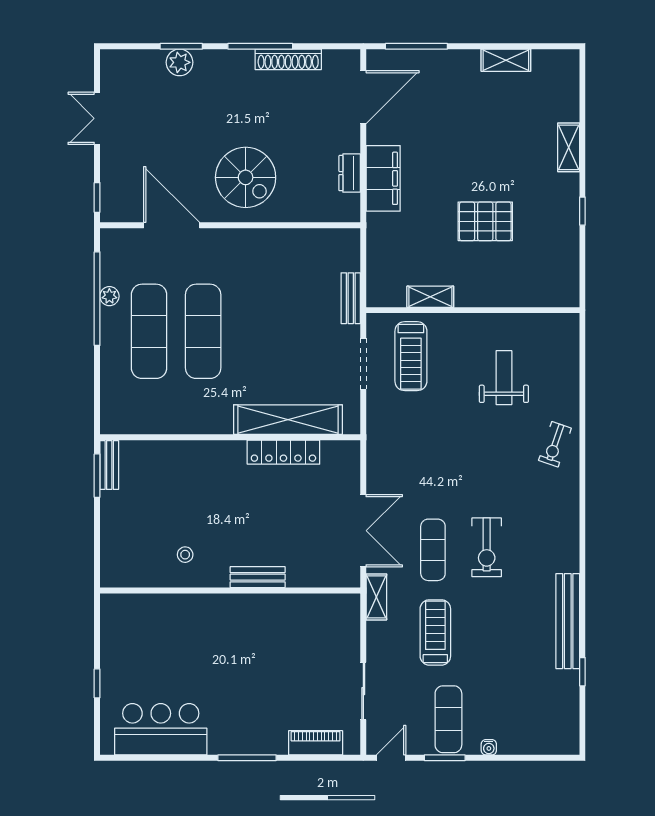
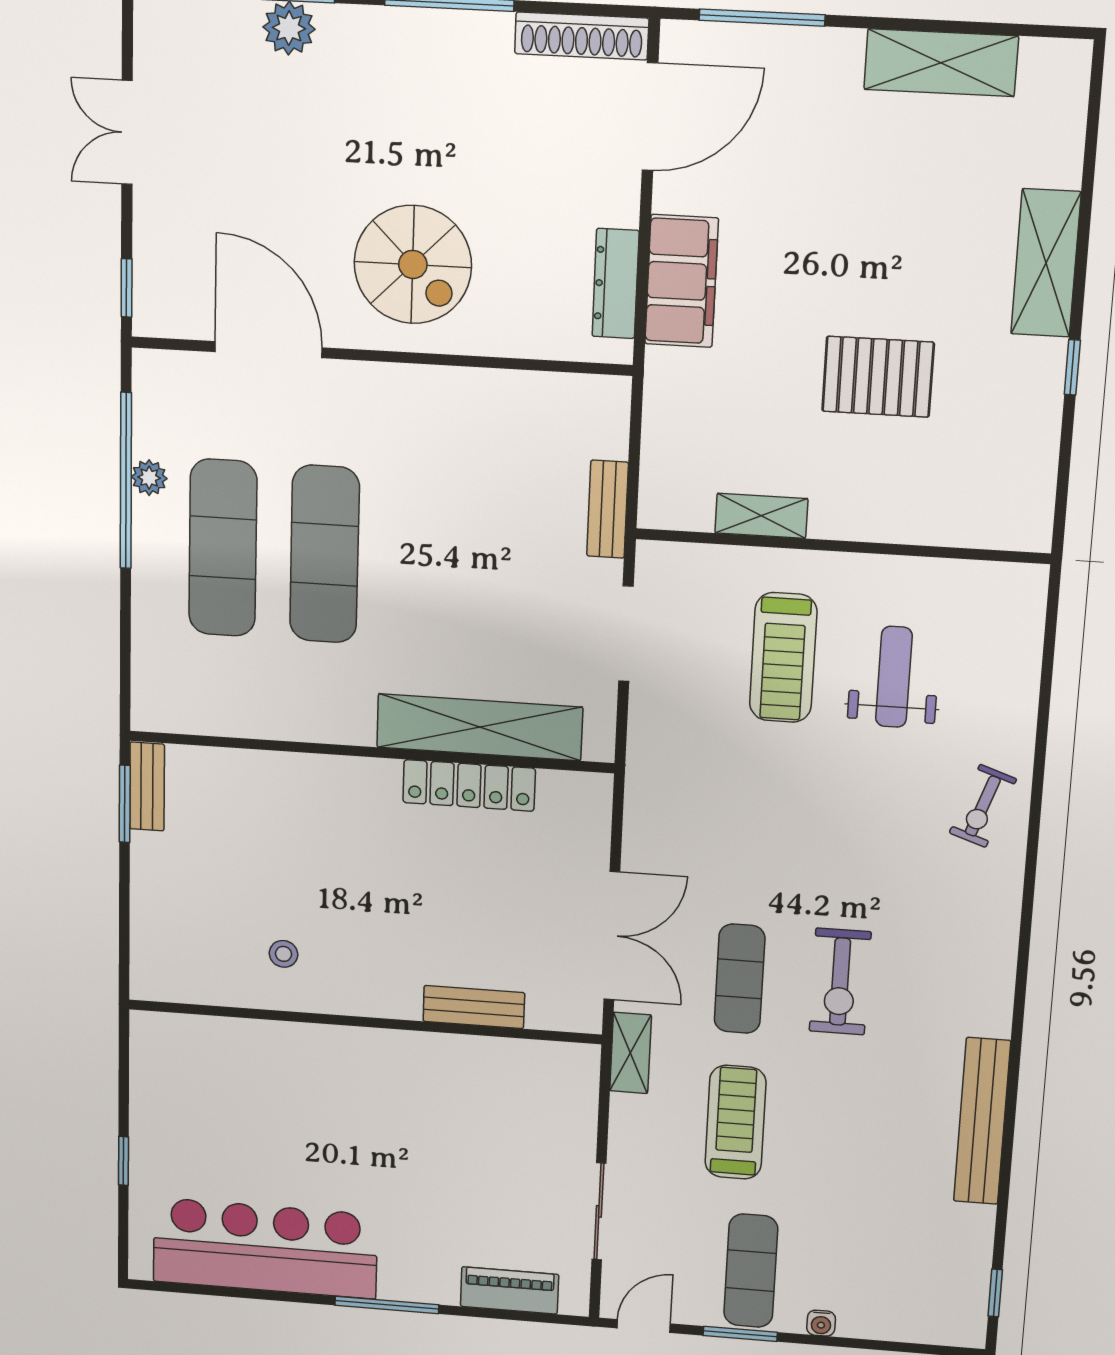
shoe rack: (288, 59) -> (582, 36), moved
shelving: (506, 60) -> (941, 63), width x1.50, depth x1.33
shelving: (569, 147) -> (1046, 263), width x1.50, depth x1.33
dresser: (350, 173) -> (616, 284), width x1.44
treadmill: (411, 356) -> (783, 658), moved
bench: (258, 577) -> (474, 1007), moved
window: (582, 672) -> (995, 1293), moved
bar counter: (161, 729) -> (265, 1248), width x1.36

